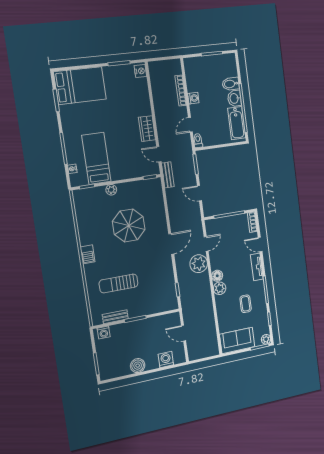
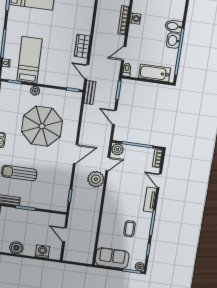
washing machine: (193, 98) -> (135, 19), moved
bathtub: (237, 123) -> (155, 73), moved, turned 90
parasol: (129, 225) -> (42, 126), width x1.36, depth x1.36
floor lamp: (217, 276) -> (110, 195), removed
plant: (220, 288) -> (117, 149), moved

